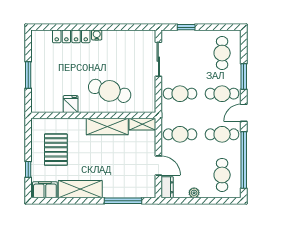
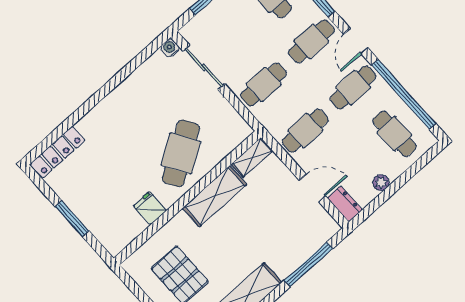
water cooler: (97, 35) -> (170, 48), moved
locker: (71, 36) -> (58, 152), moved
cafe table: (110, 91) -> (181, 153), turned -49

